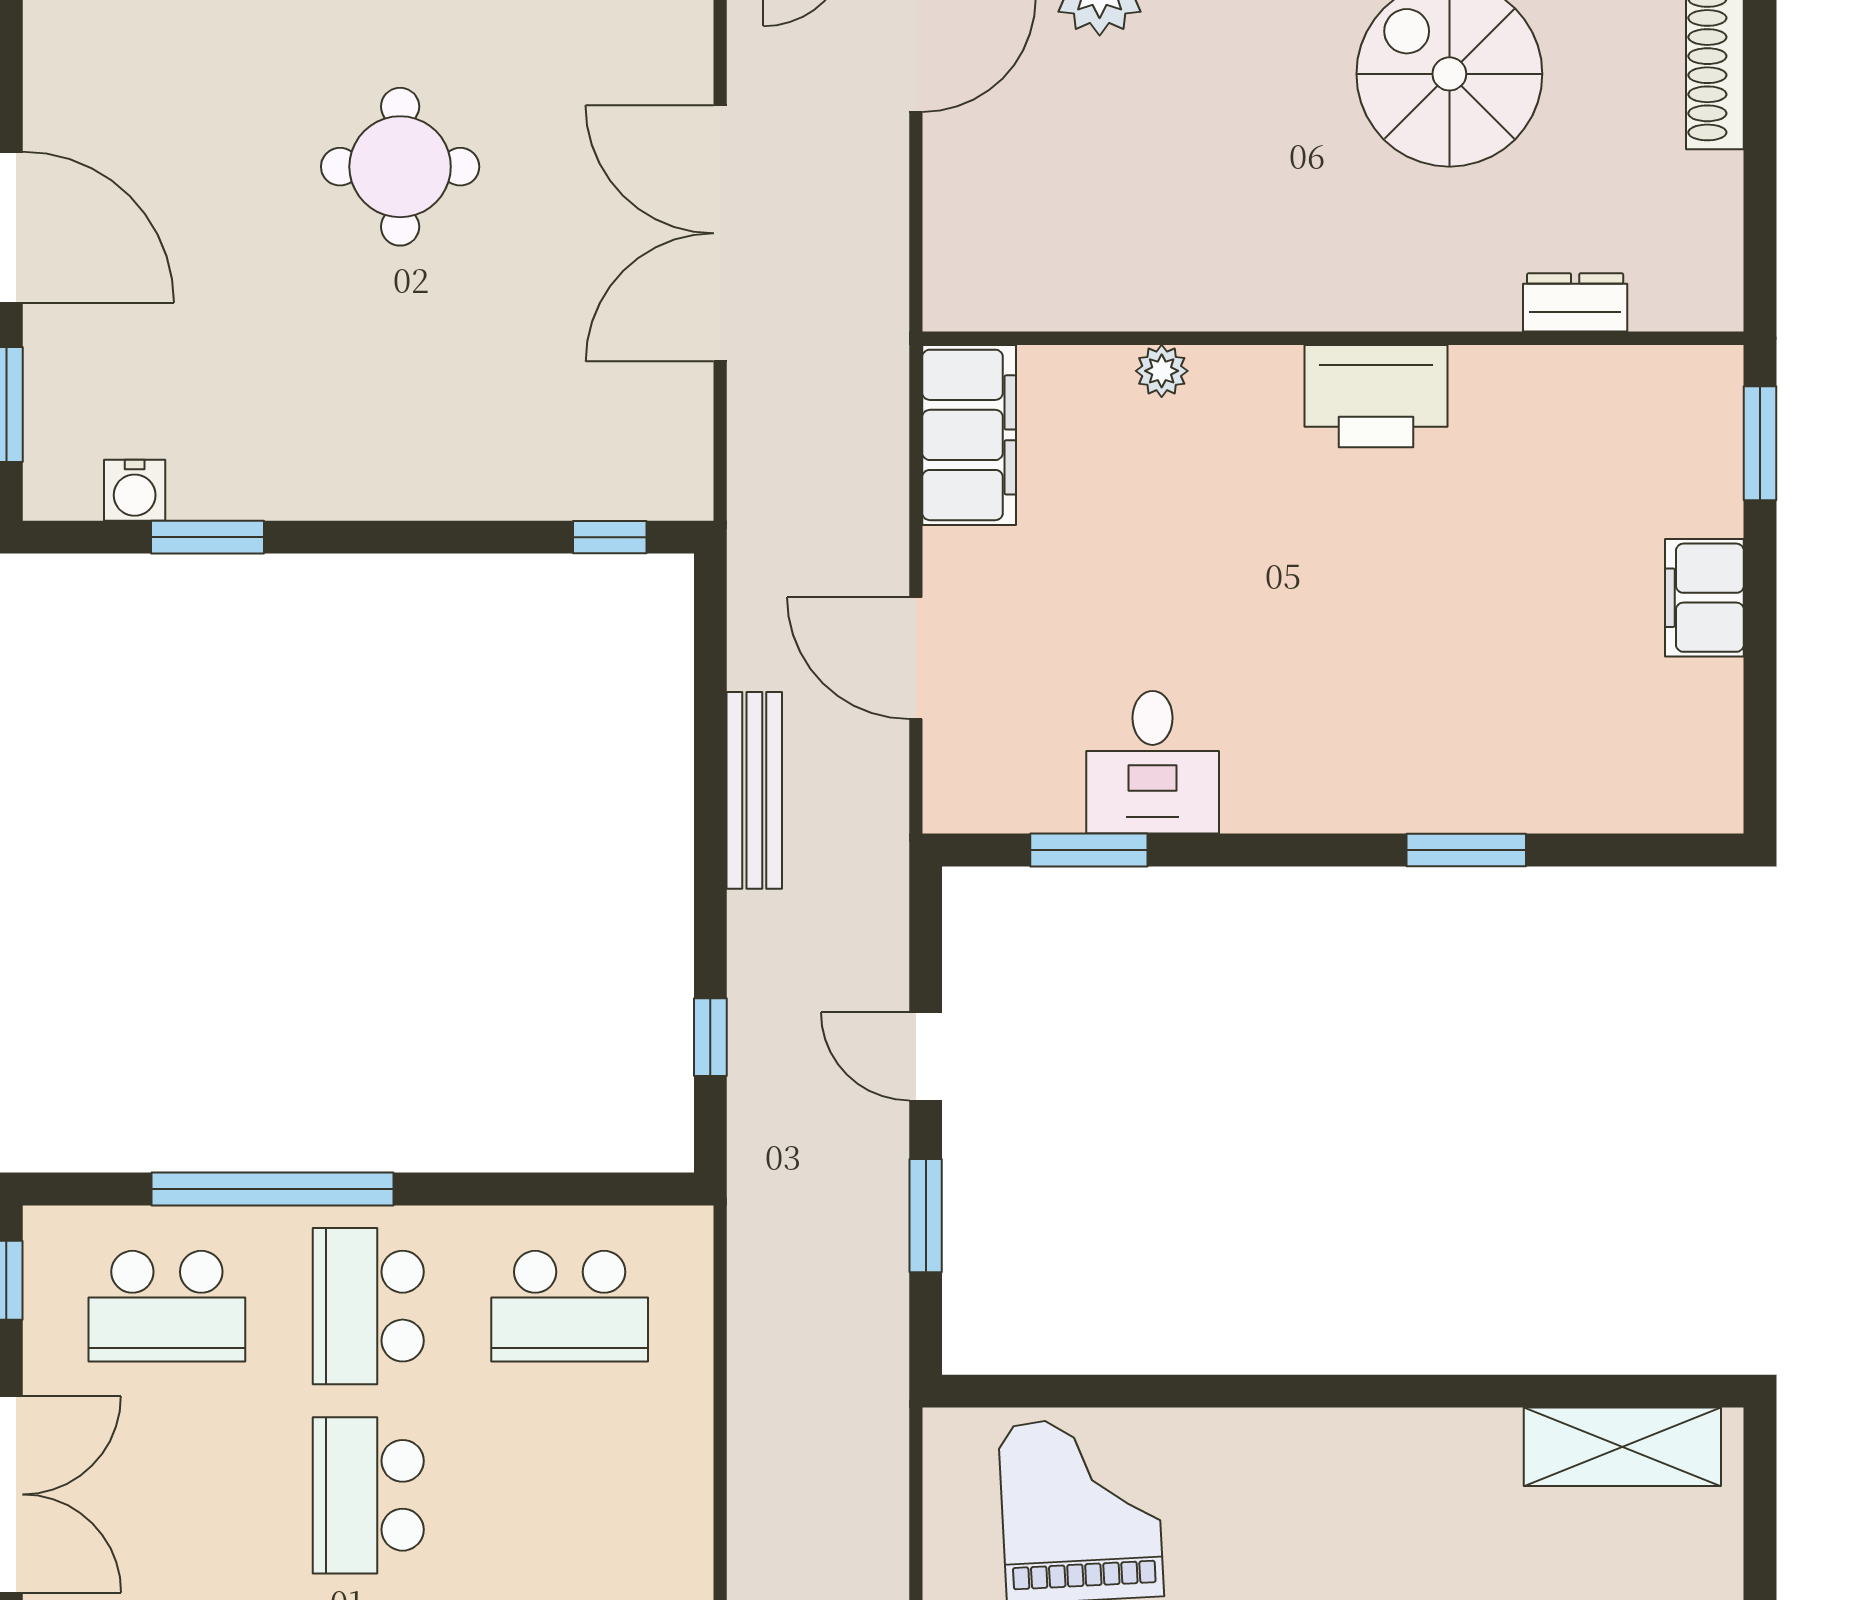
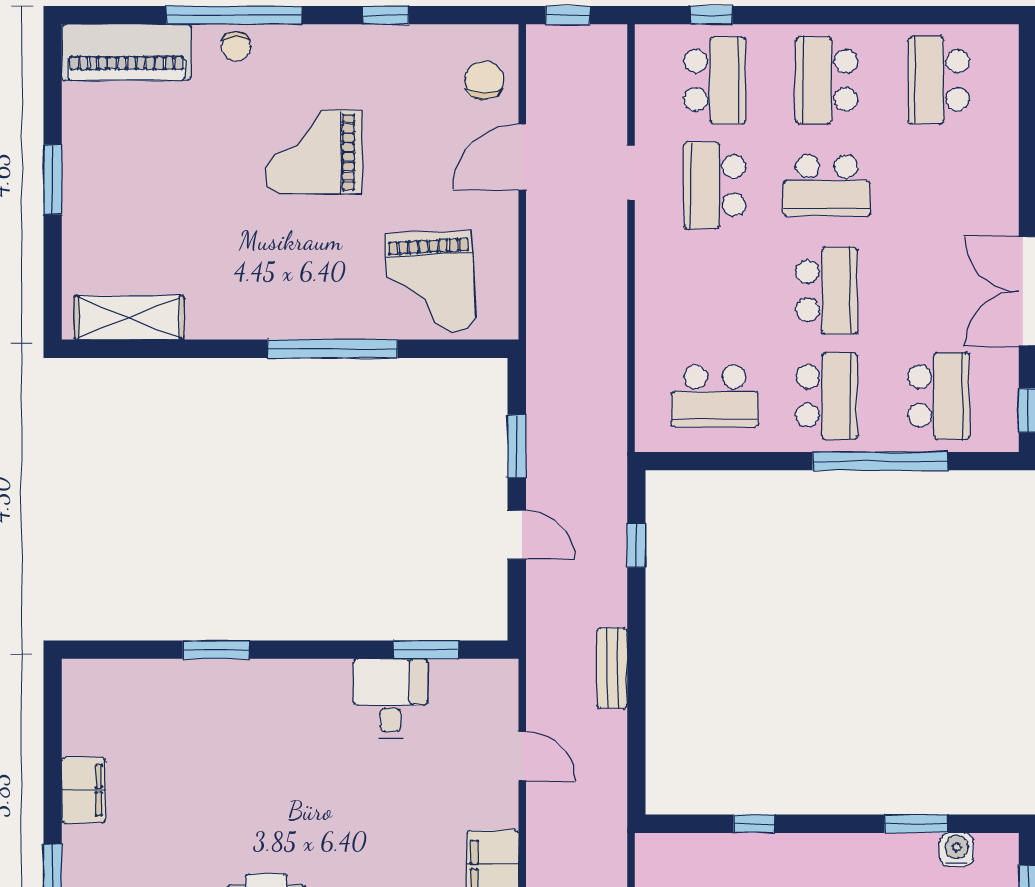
window: (610, 537) -> (754, 824), moved
door: (916, 658) -> (522, 756), width x0.73
bench: (754, 790) -> (612, 668), width x0.73
school desk: (167, 1306) -> (939, 396), turned 90
school desk: (570, 1306) -> (715, 396), turned 180
window: (1257, 1391) -> (333, 349), added

